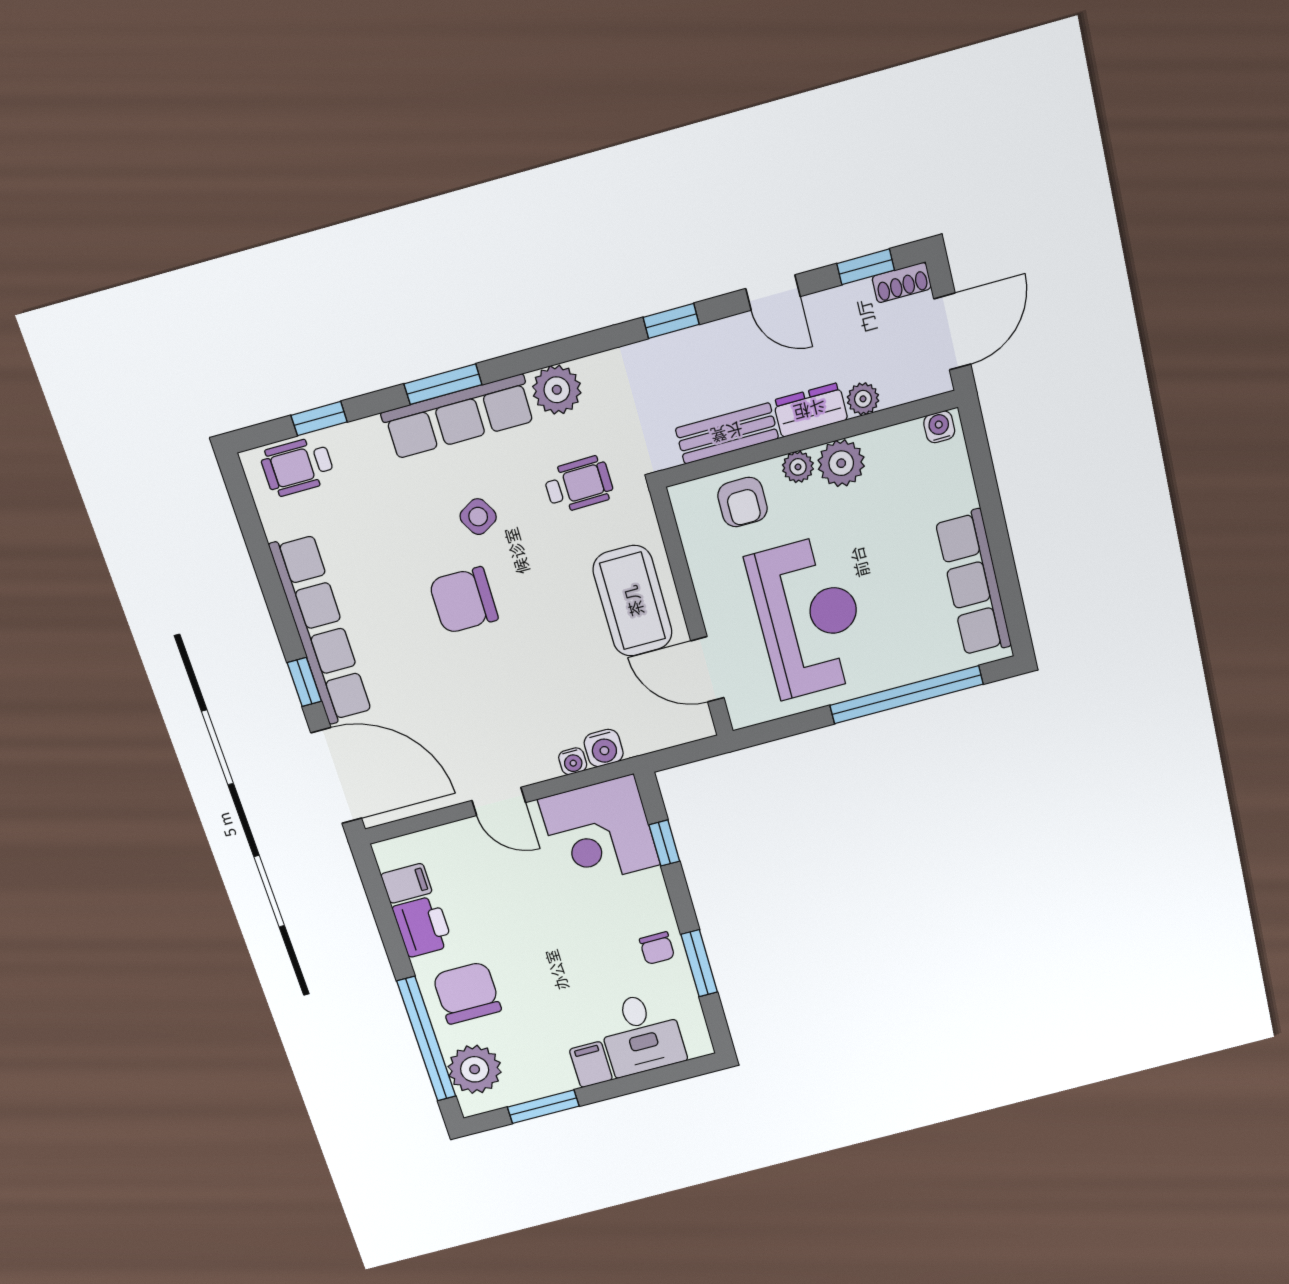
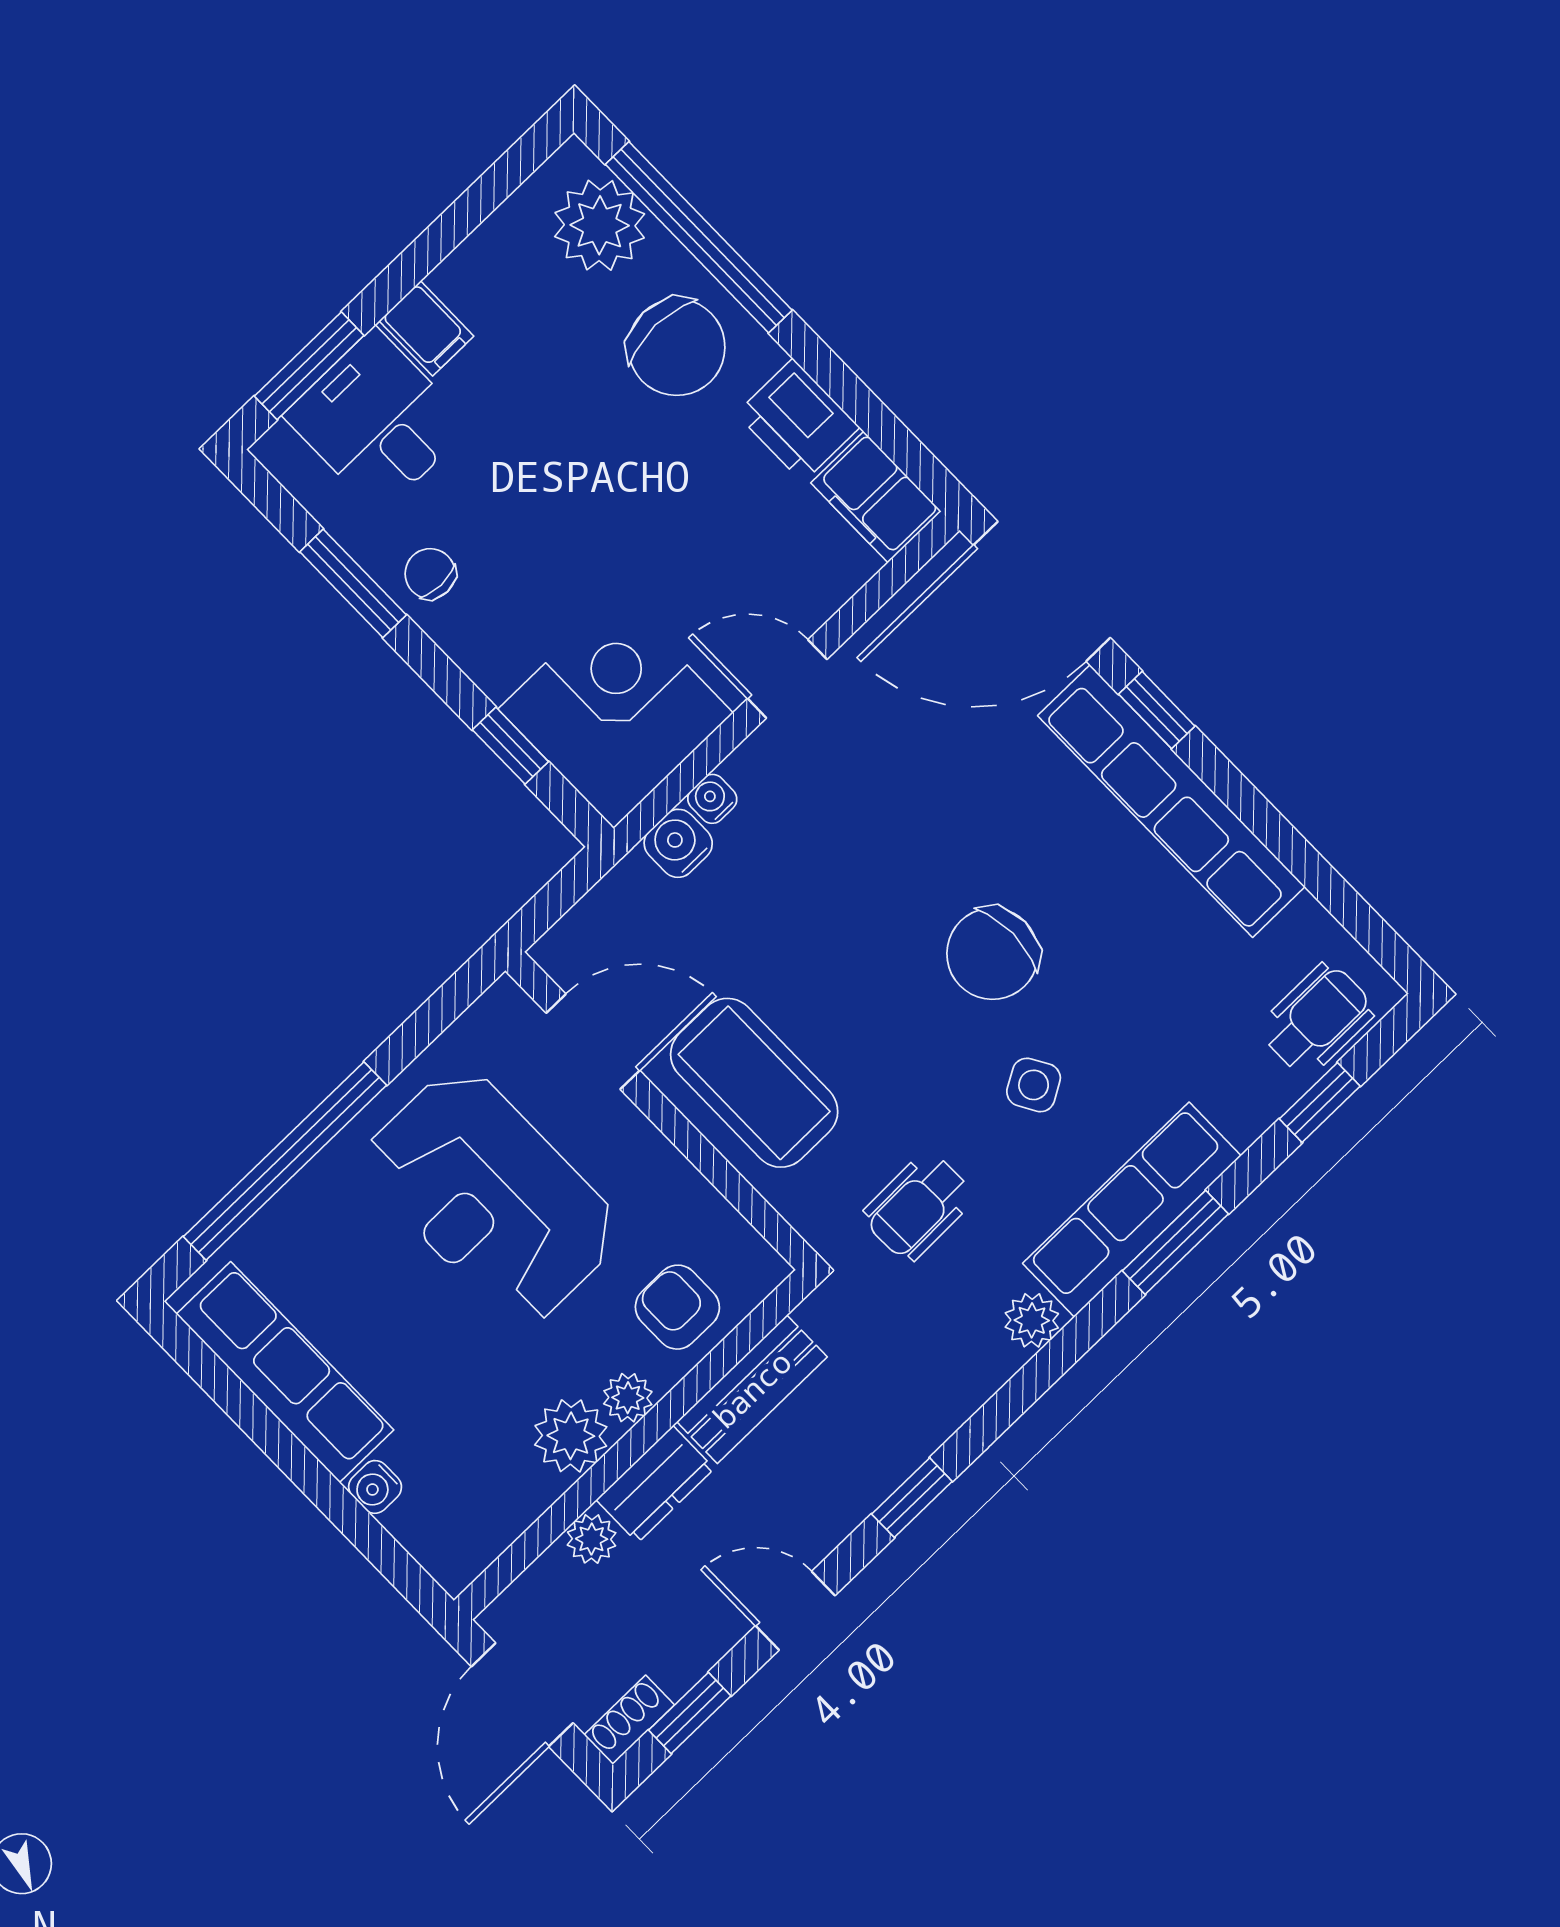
plant: (557, 390) -> (1032, 1320), width x0.73, depth x0.73
water cooler: (939, 427) -> (375, 1487), moved, turned 90
chair: (464, 600) -> (992, 954), turned 180
filing cabinet: (406, 883) -> (876, 497), width x2.00
window: (543, 1107) -> (309, 366), moved

